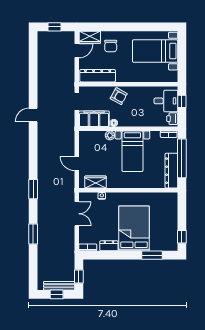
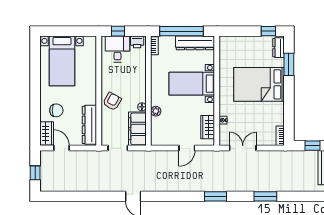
bed with nightstands: (132, 151) -> (192, 84), moved, turned 180
dresser: (109, 246) -> (278, 48), moved

